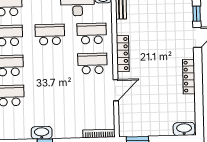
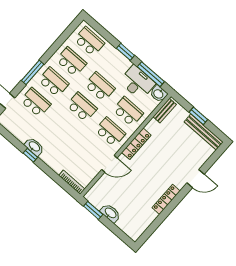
window: (197, 14) -> (210, 162), removed
school desk: (51, 65) -> (82, 107), added
washbasin: (184, 129) -> (110, 213), moved

